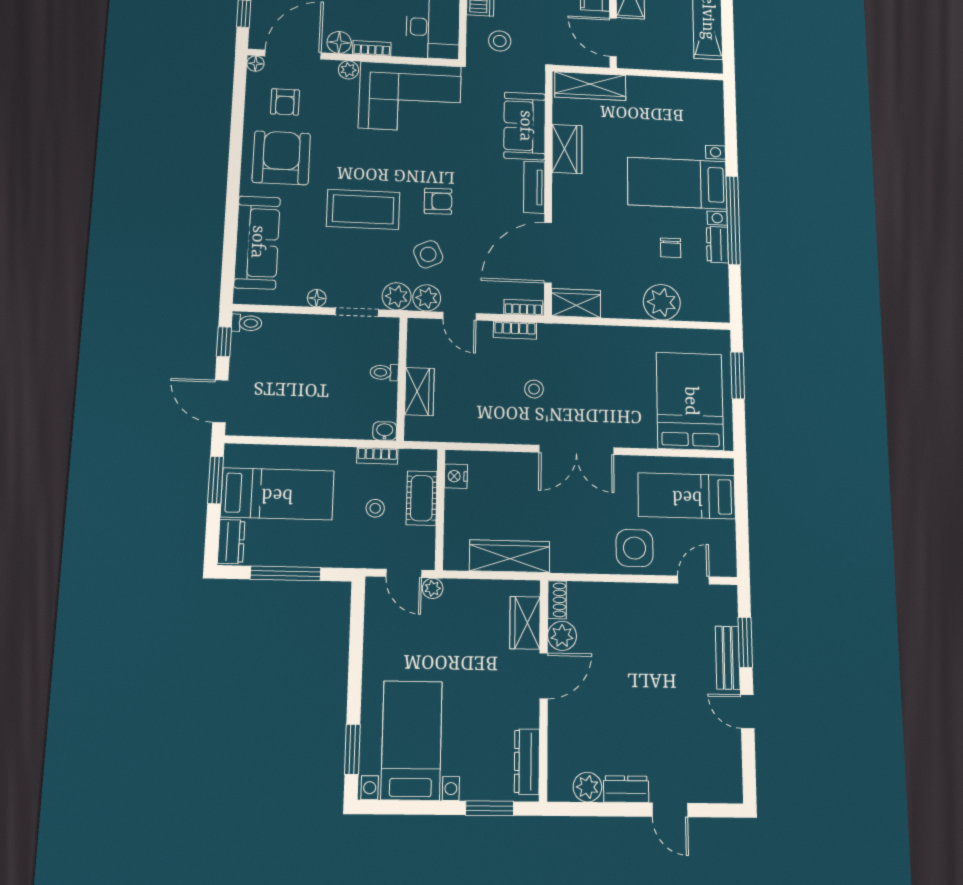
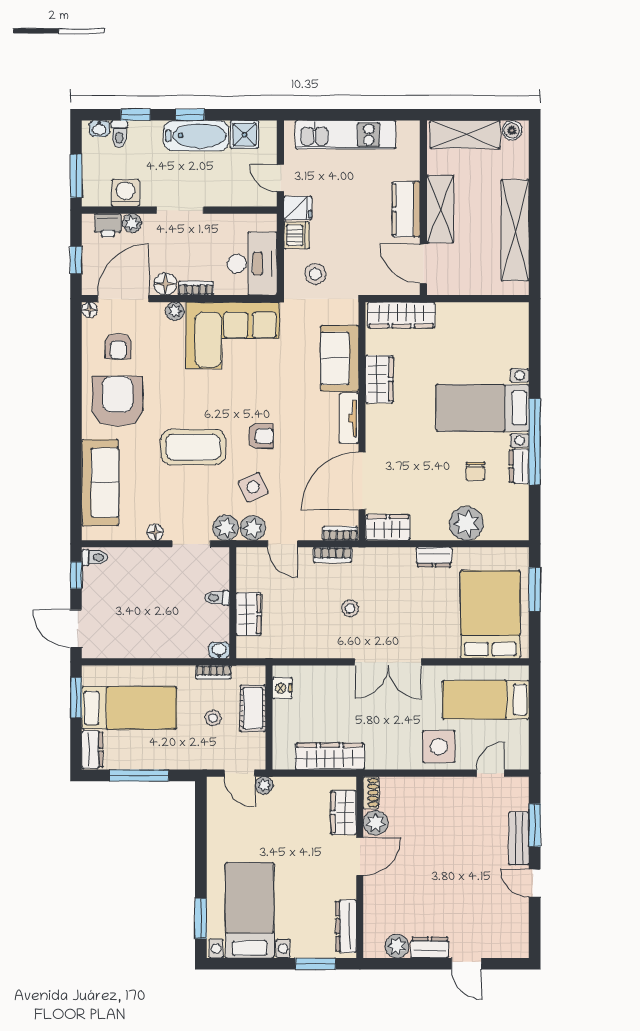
dresser: (627, 337) -> (434, 557), added

